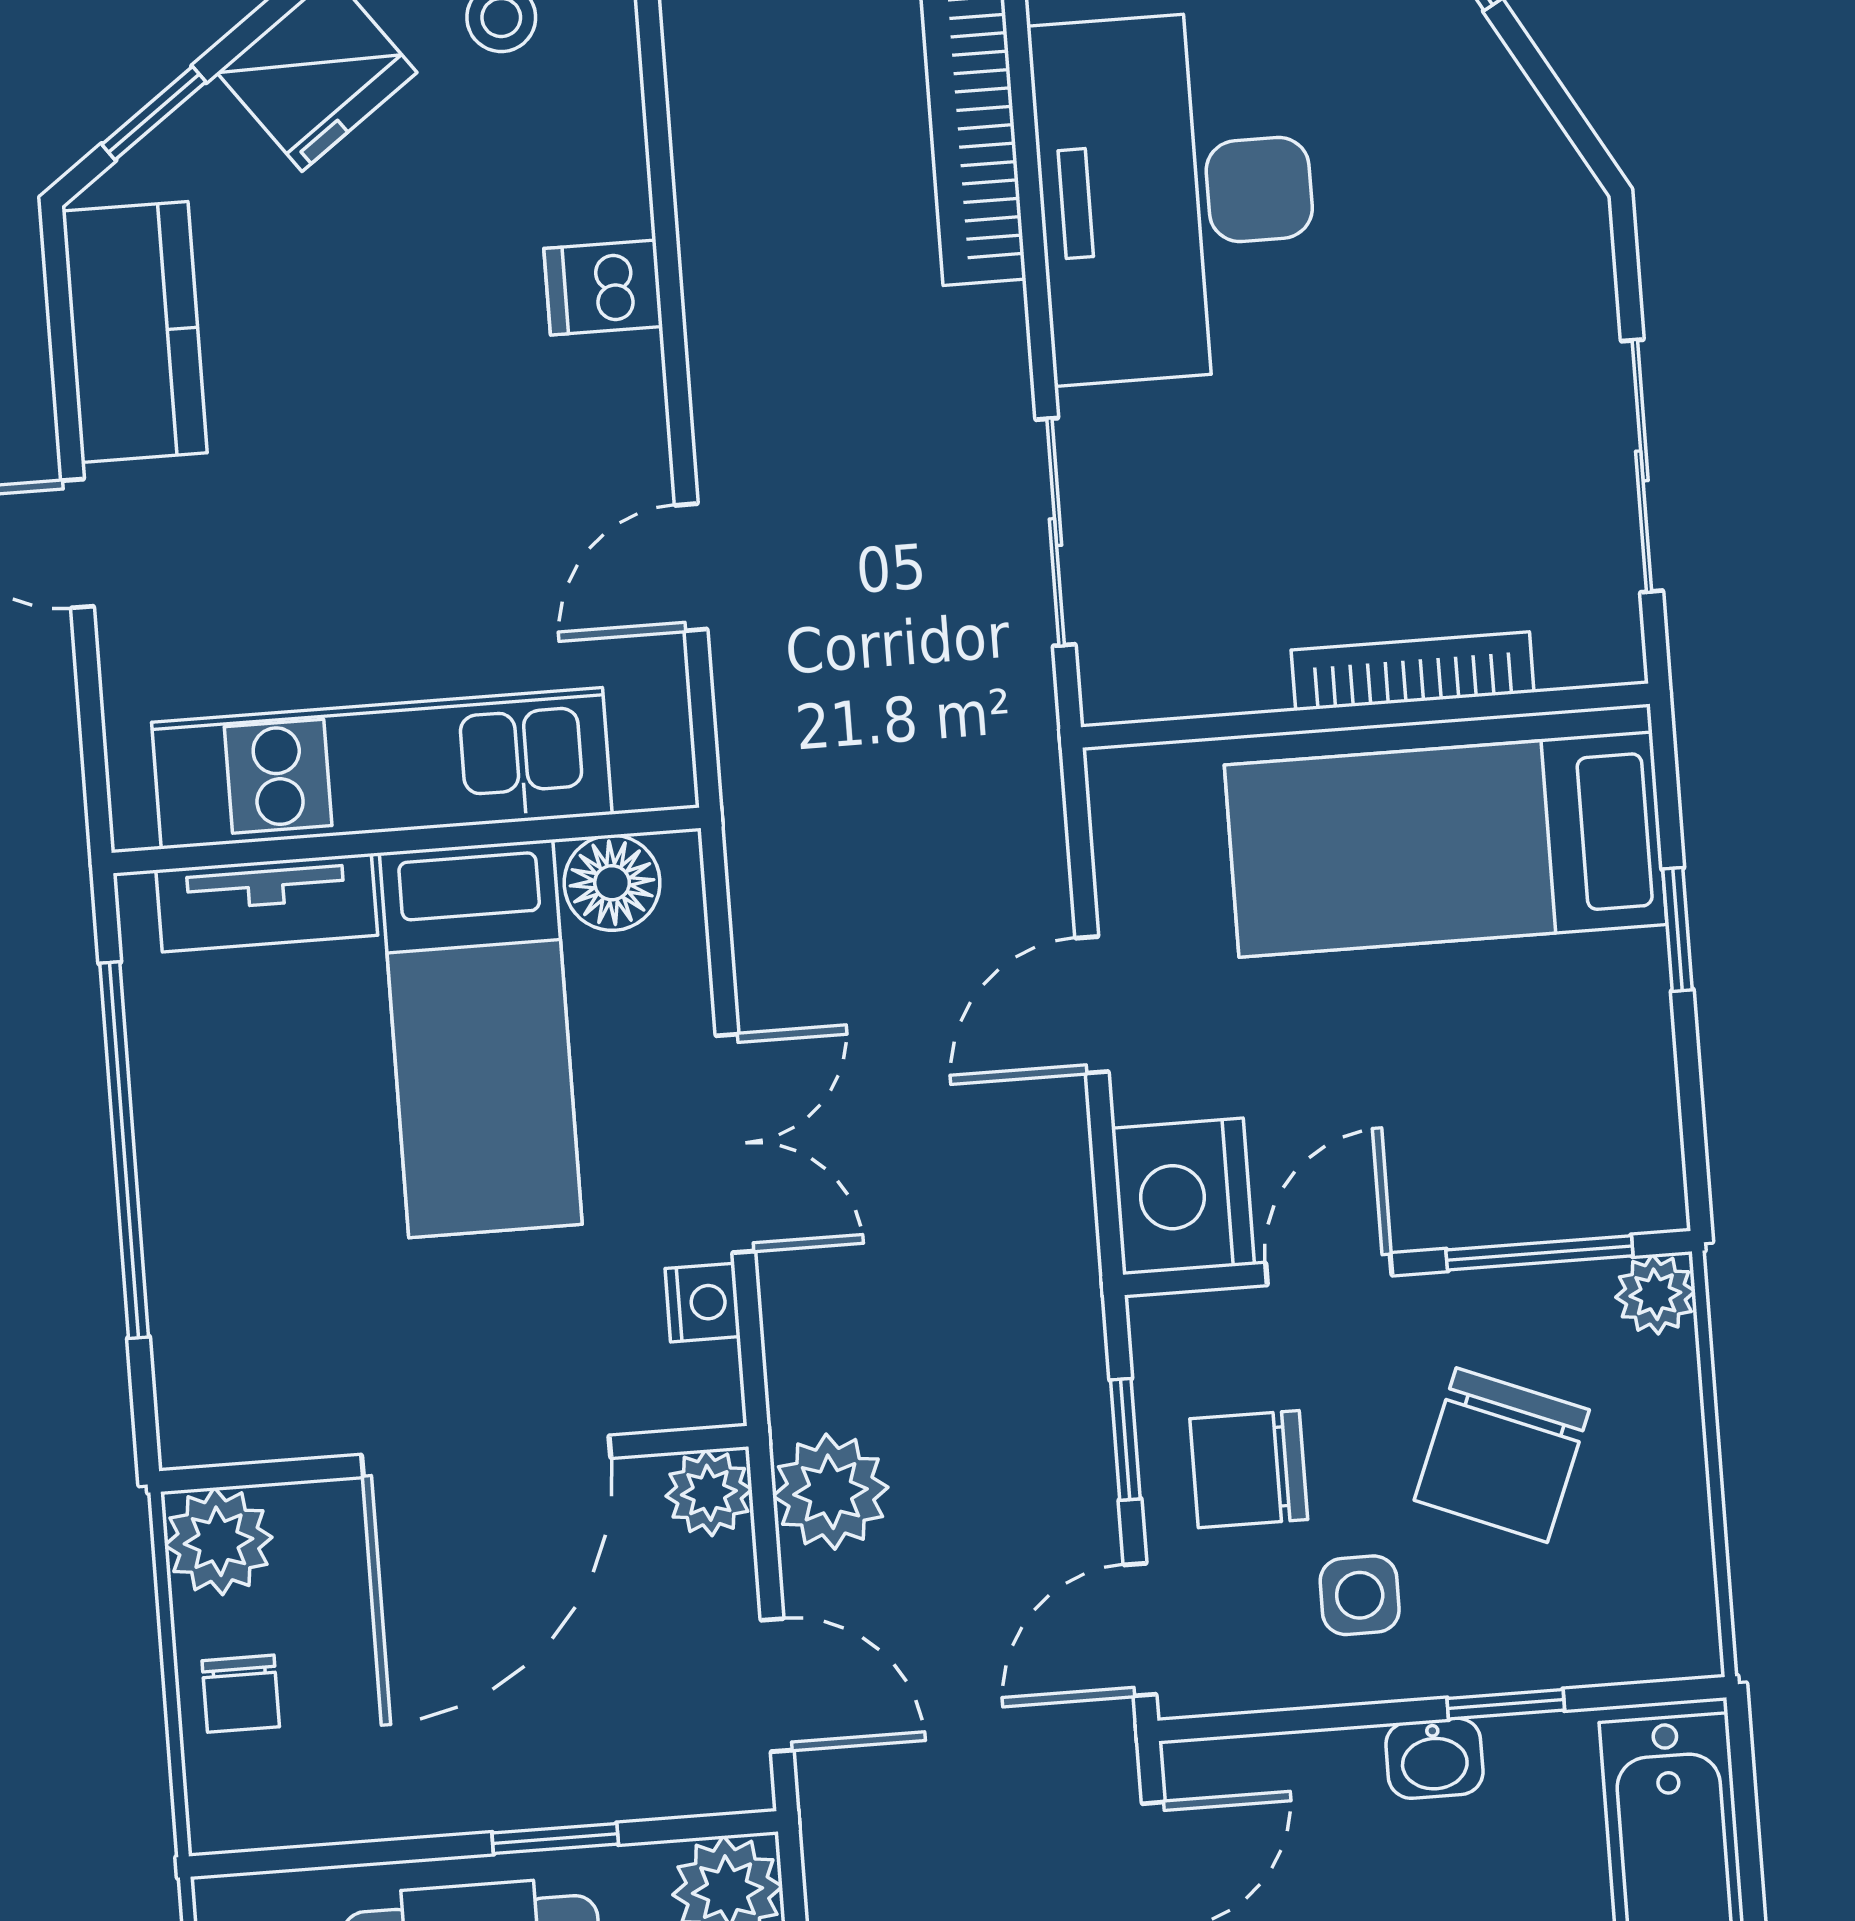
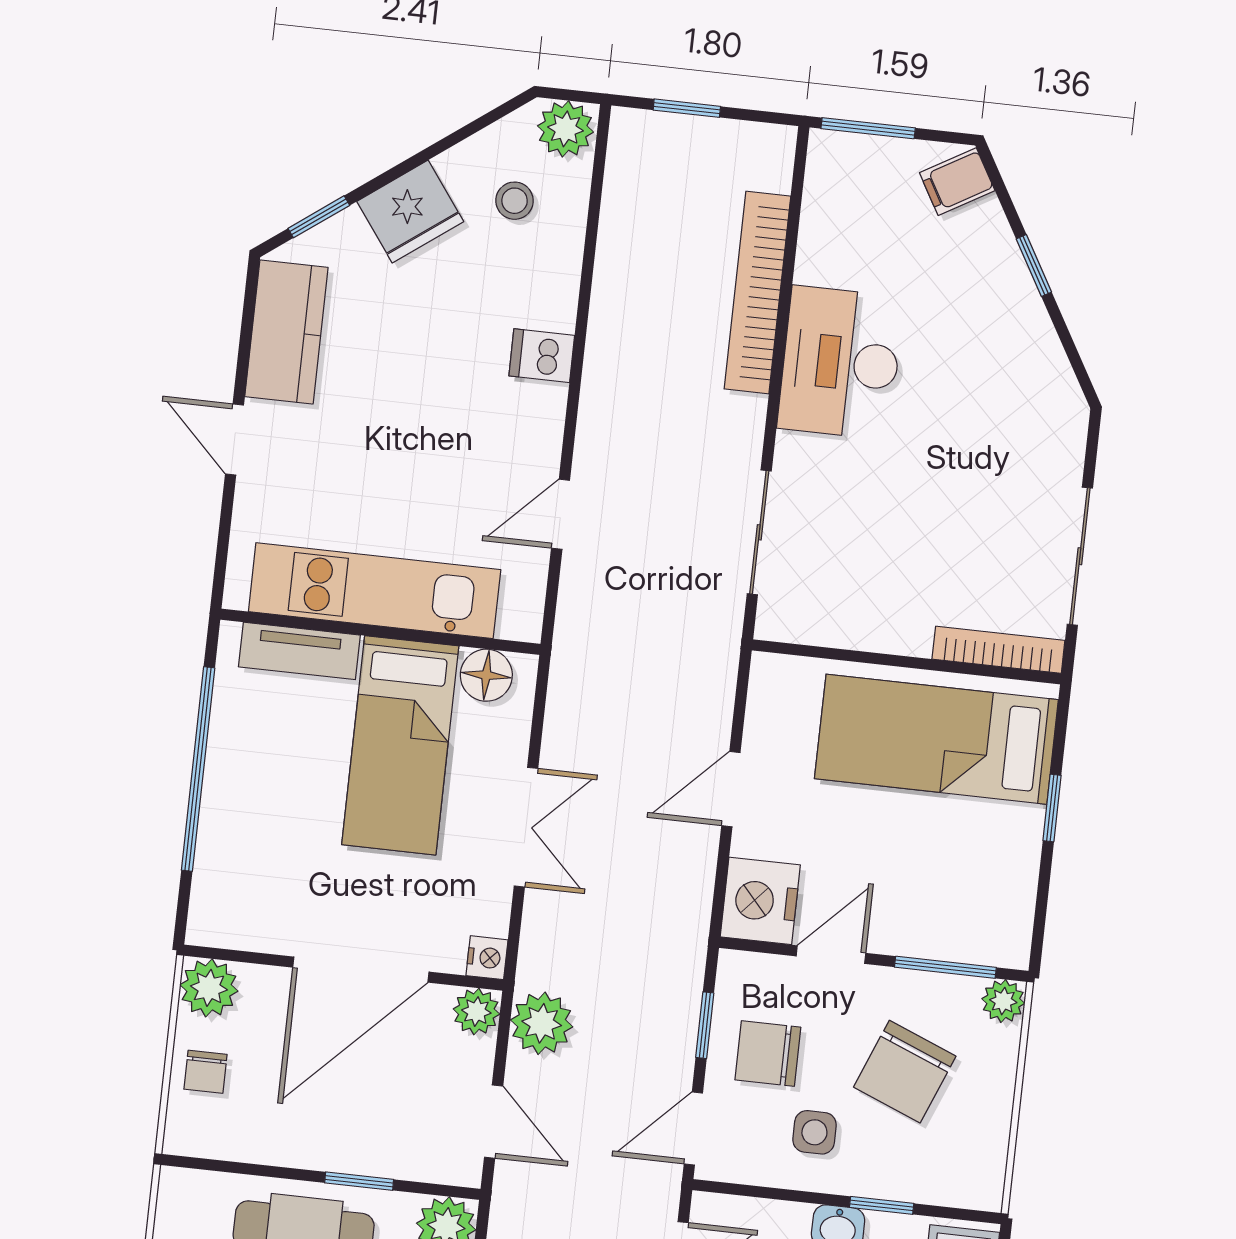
desk: (1176, 196) -> (841, 363), width x0.73, depth x0.77
bookcase: (1413, 671) -> (998, 650), moved
nightstand: (703, 1303) -> (487, 958), moved

